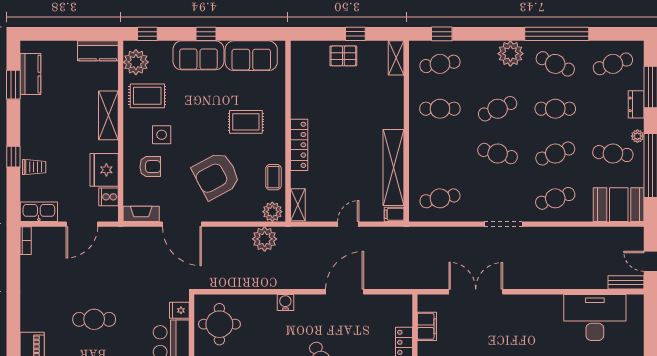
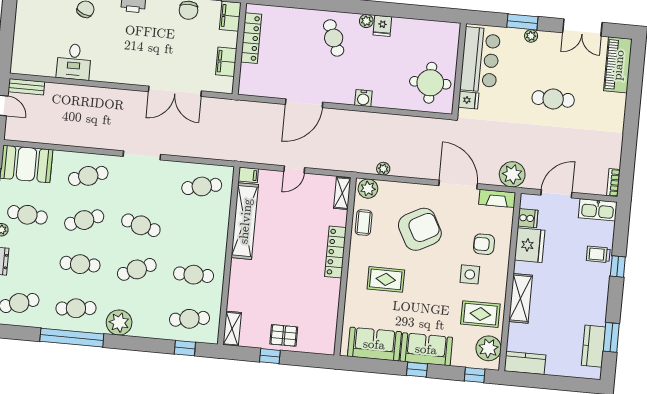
cafe table: (555, 64) -> (76, 308), turned -30
plant: (265, 239) -> (383, 169), width x0.53, depth x0.53
plant: (128, 240) -> (512, 174), added
desk: (595, 317) -> (74, 62), width x0.53, depth x0.77

